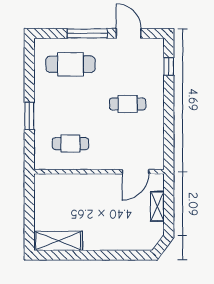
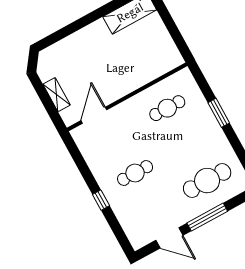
window: (169, 66) -> (101, 200), moved

